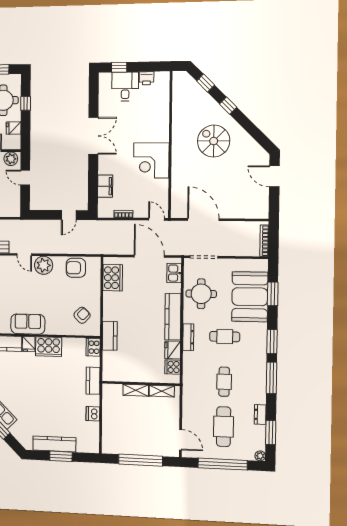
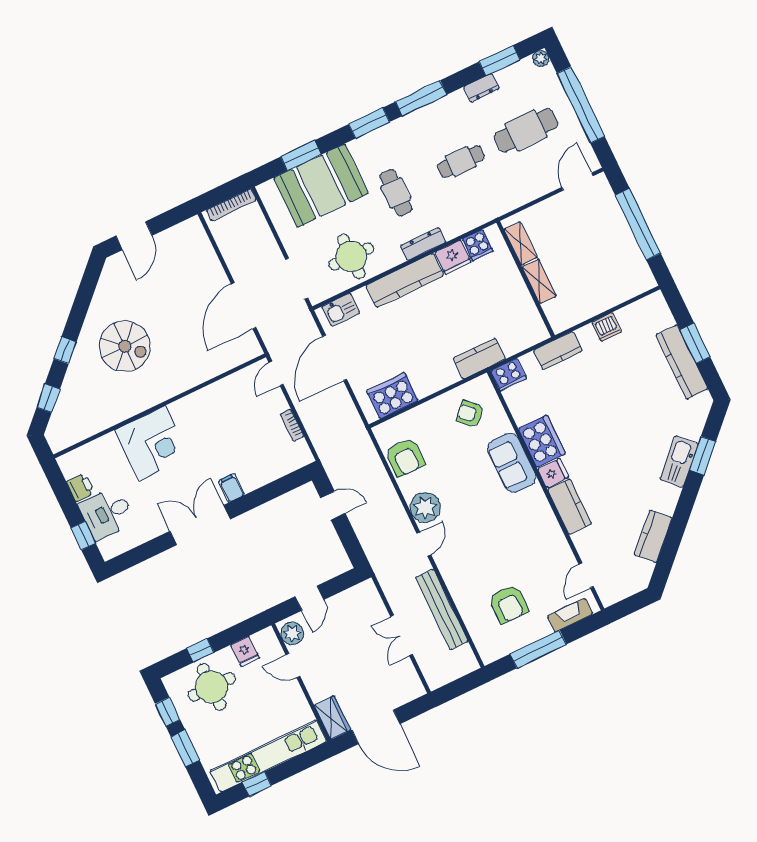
spiral stairs: (214, 141) -> (125, 346), turned -90
corner desk: (151, 160) -> (152, 443), moved
filing cabinet: (105, 186) -> (231, 488), moved, width x0.50
sofa: (28, 324) -> (512, 463), moved

